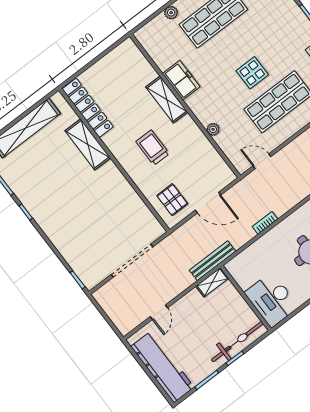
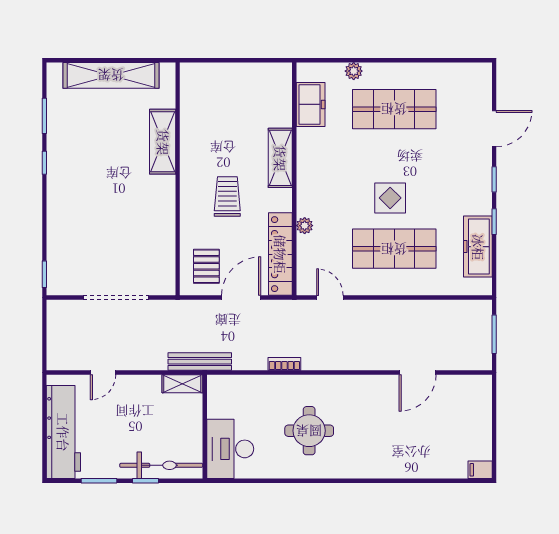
freezer: (181, 80) -> (311, 104), moved
locker: (88, 108) -> (280, 254), moved, turned 180
door: (208, 203) -> (241, 298), swing flipped

